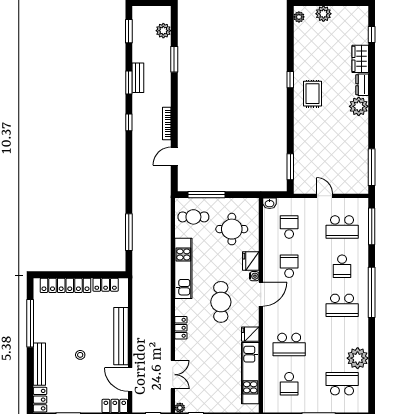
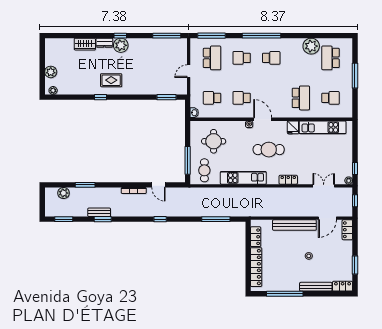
window: (372, 34) -> (120, 36), moved
window: (129, 122) -> (160, 219), moved
fridge: (251, 261) -> (238, 127), removed
school desk: (342, 266) -> (242, 58), turned 180
school desk: (342, 305) -> (271, 58), width x0.54

